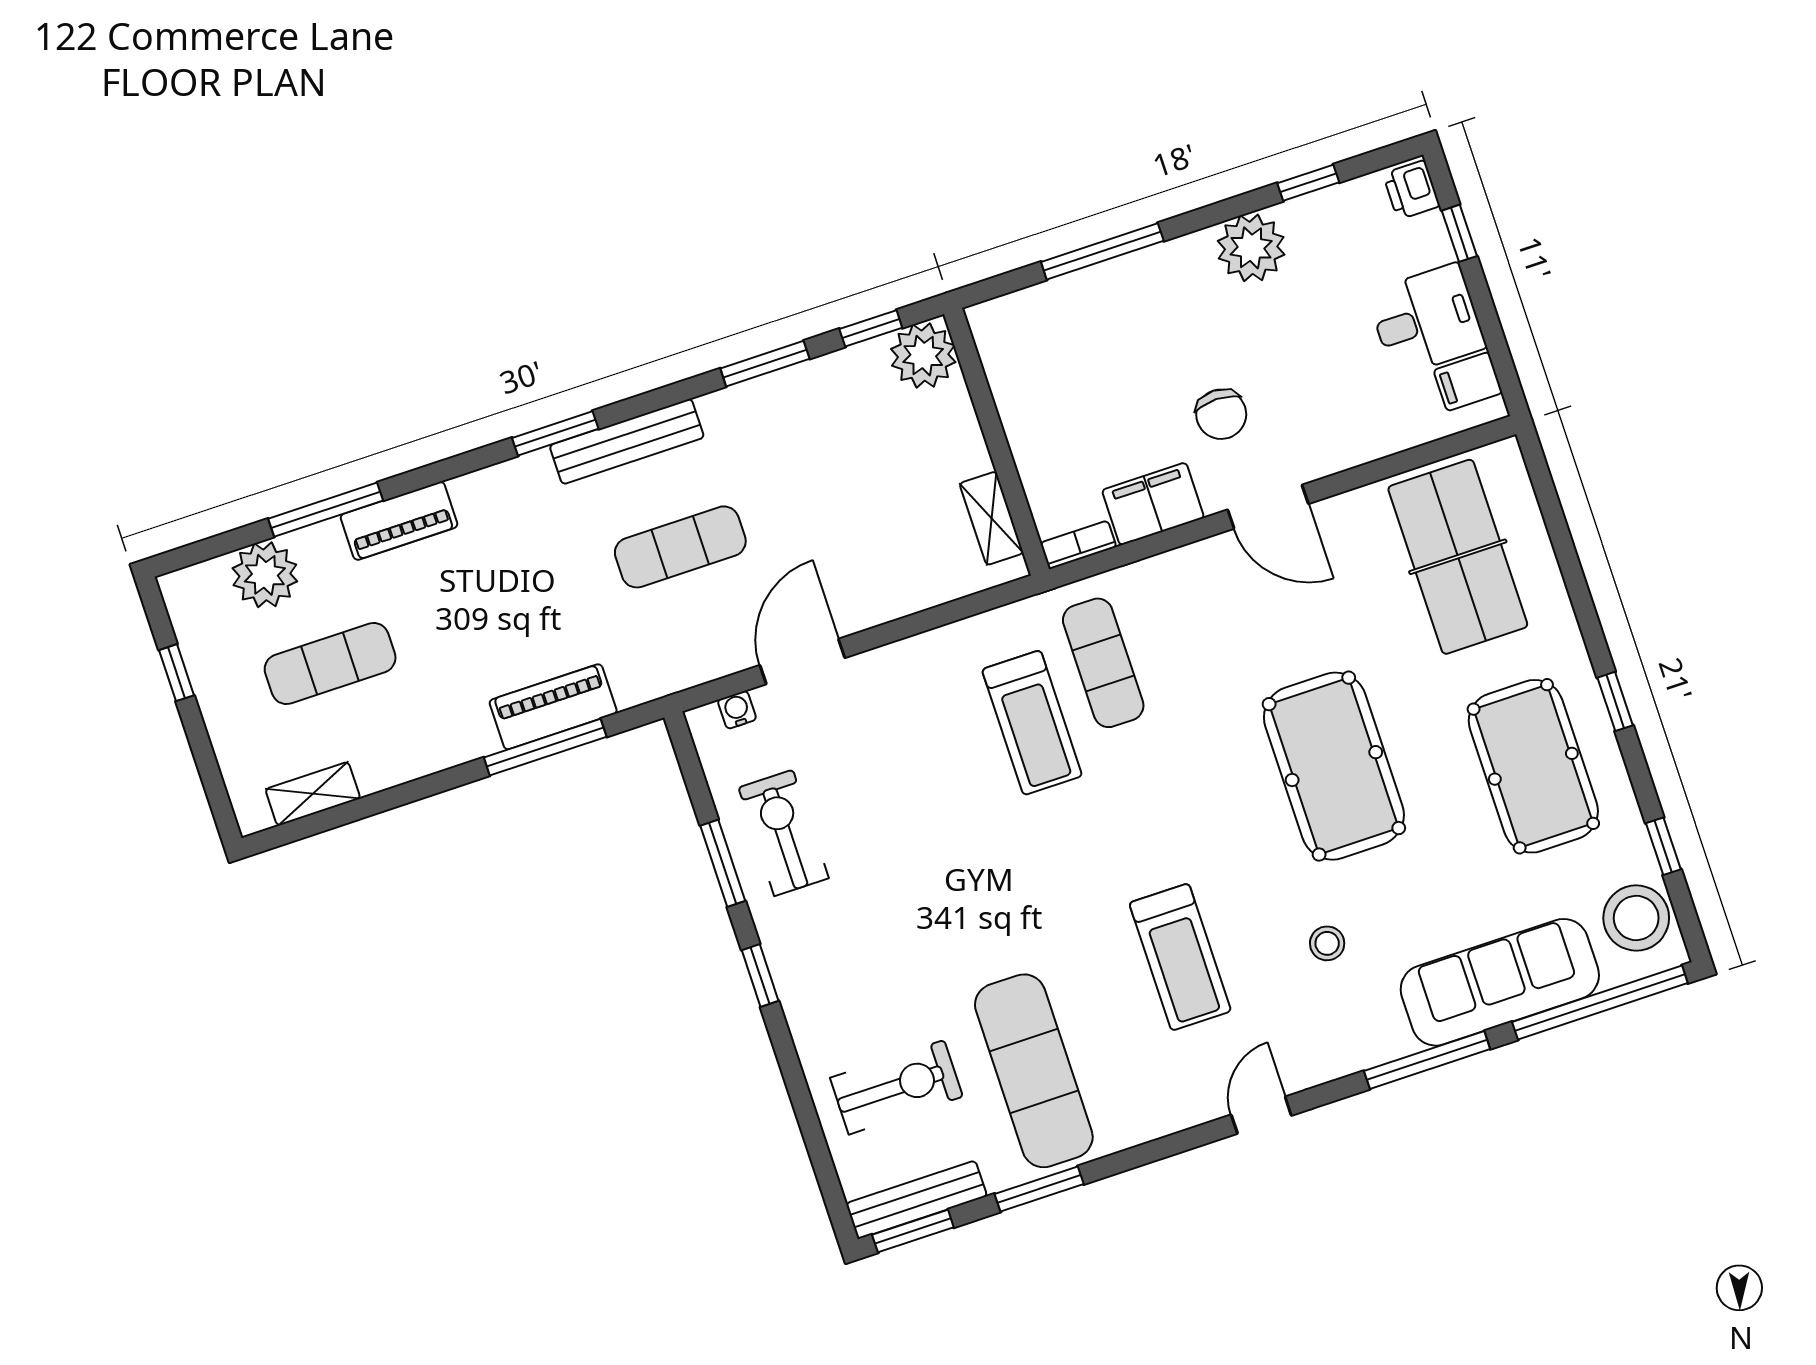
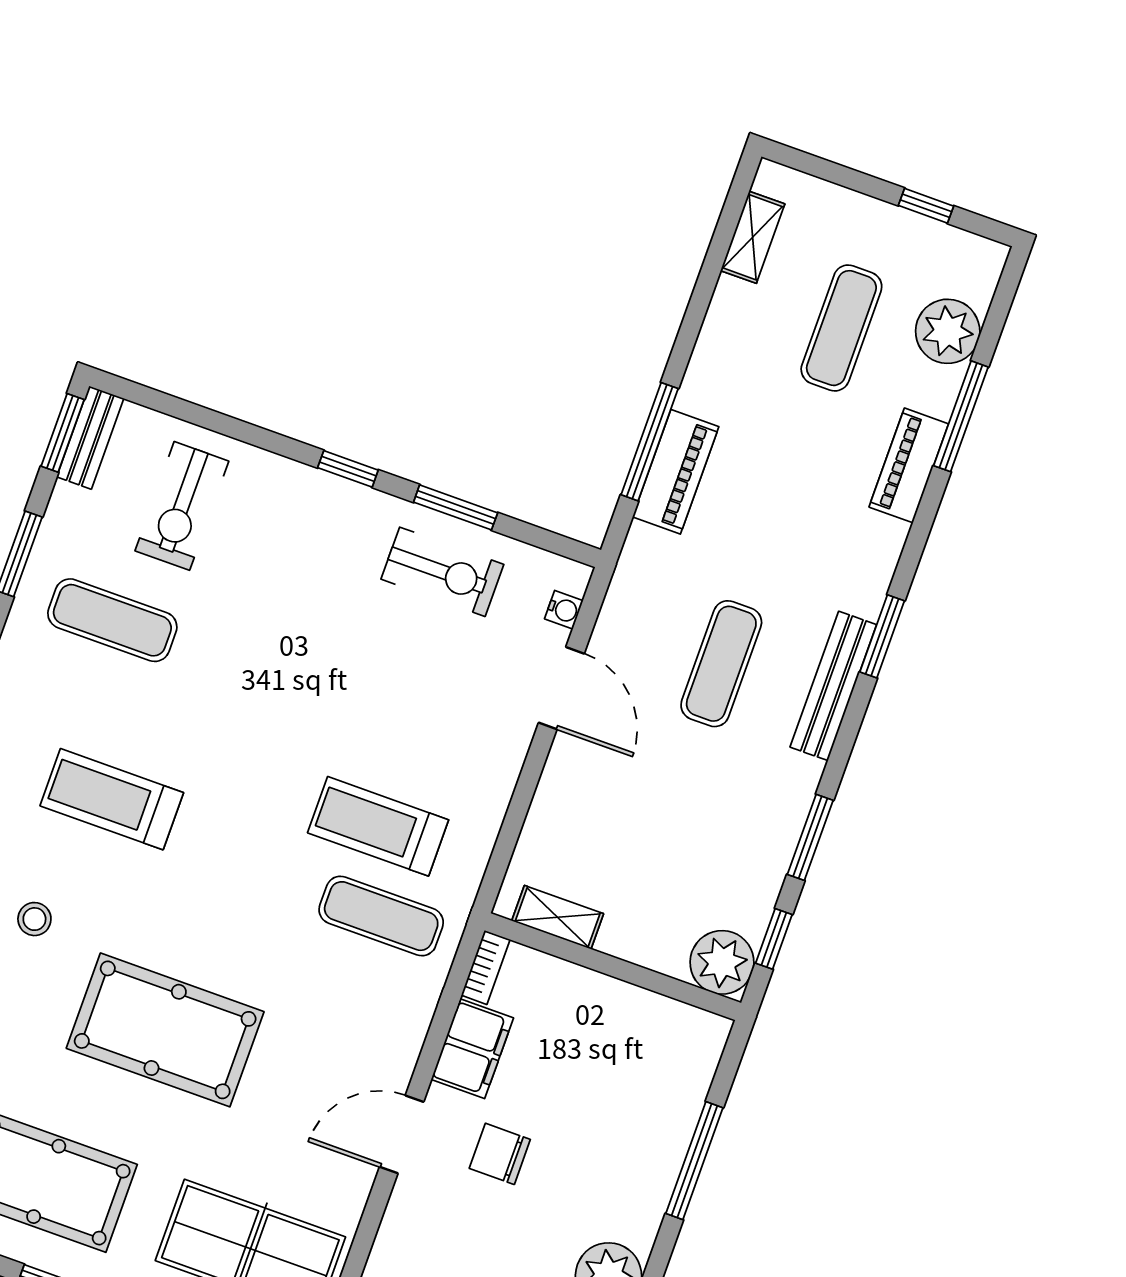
exercise mat: (1034, 1071) -> (112, 620), width x0.73, depth x0.69
bench: (916, 1200) -> (90, 438), width x0.73

